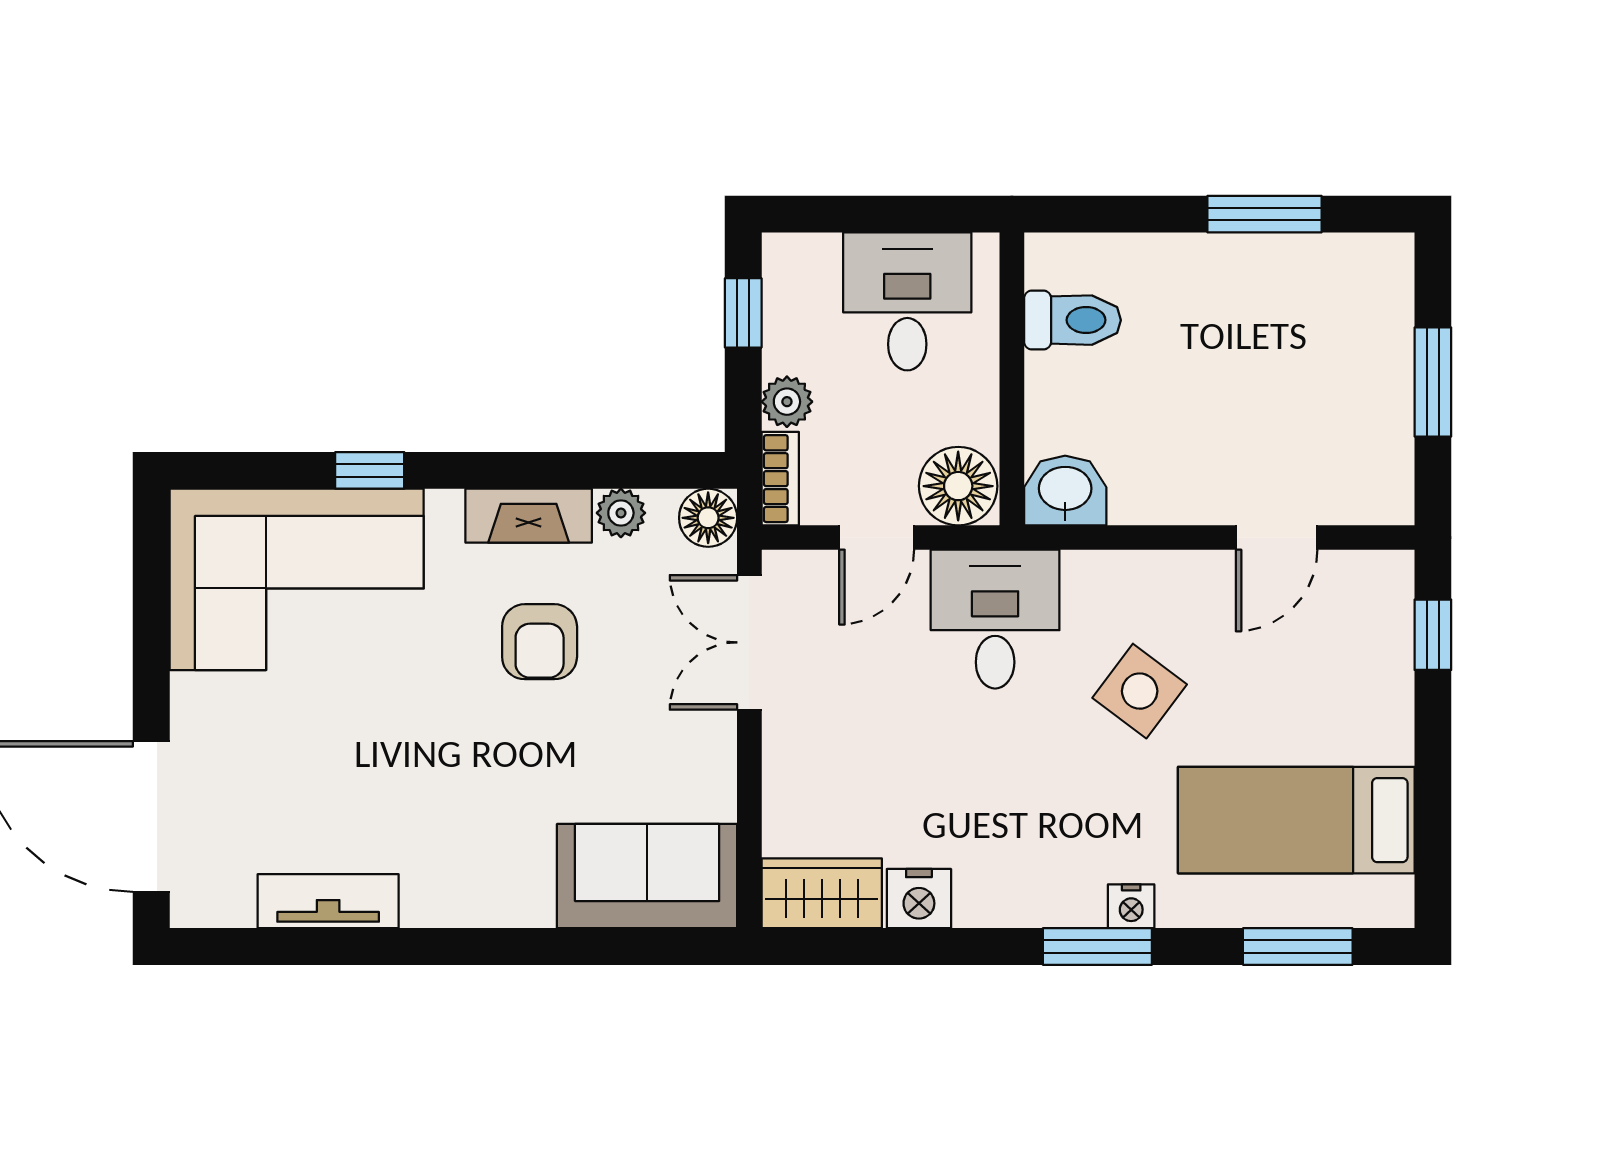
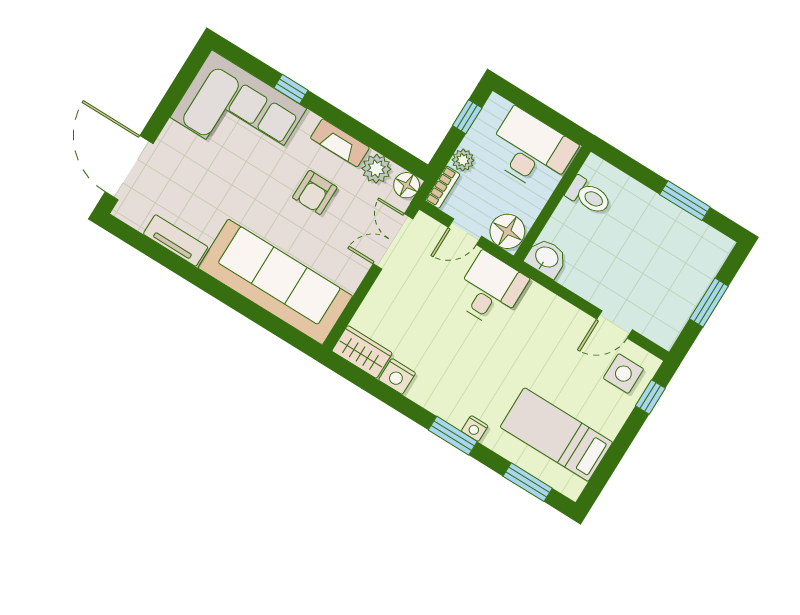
desk: (907, 301) -> (531, 150), width x1.37
plant: (621, 513) -> (376, 169), width x1.38, depth x1.38
side table: (1140, 691) -> (623, 374), moved, turned -37
sofa: (647, 876) -> (275, 282), width x1.85, depth x1.27

